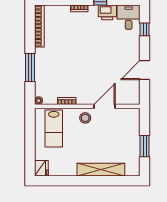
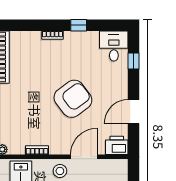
printer: (107, 12) -> (117, 145), moved, turned 180
armchair: (96, 60) -> (73, 99), added

